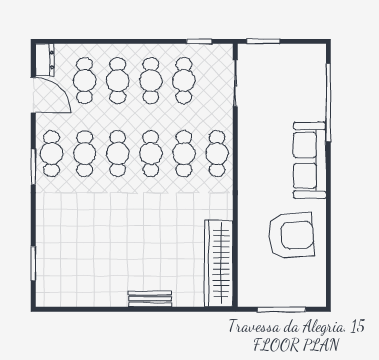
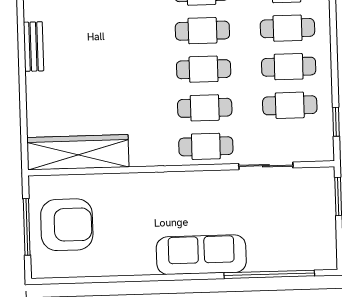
sliding door: (235, 83) -> (266, 166), moved
armchair: (291, 236) -> (67, 225), moved, turned -86
bench: (150, 299) -> (33, 47), moved

